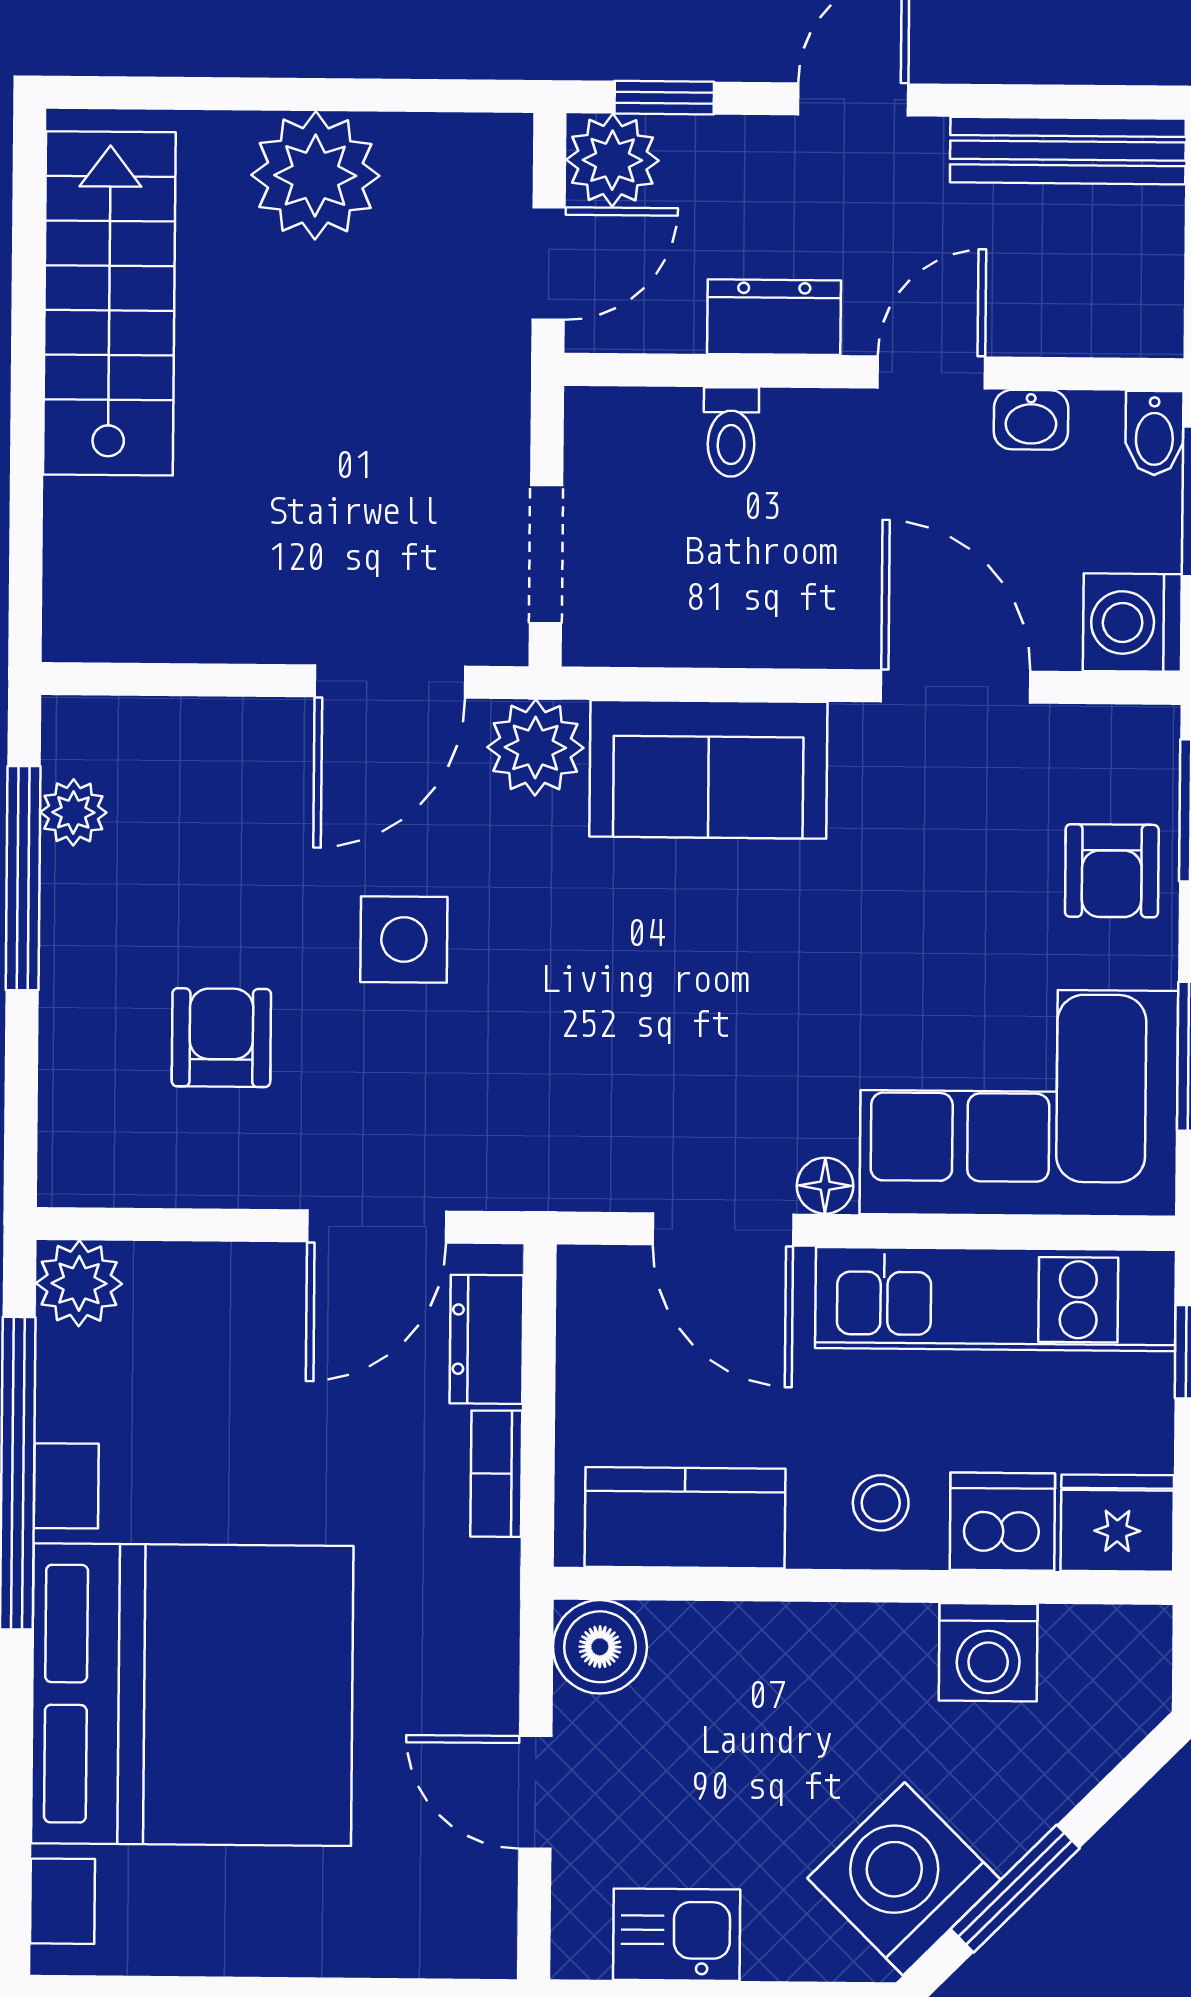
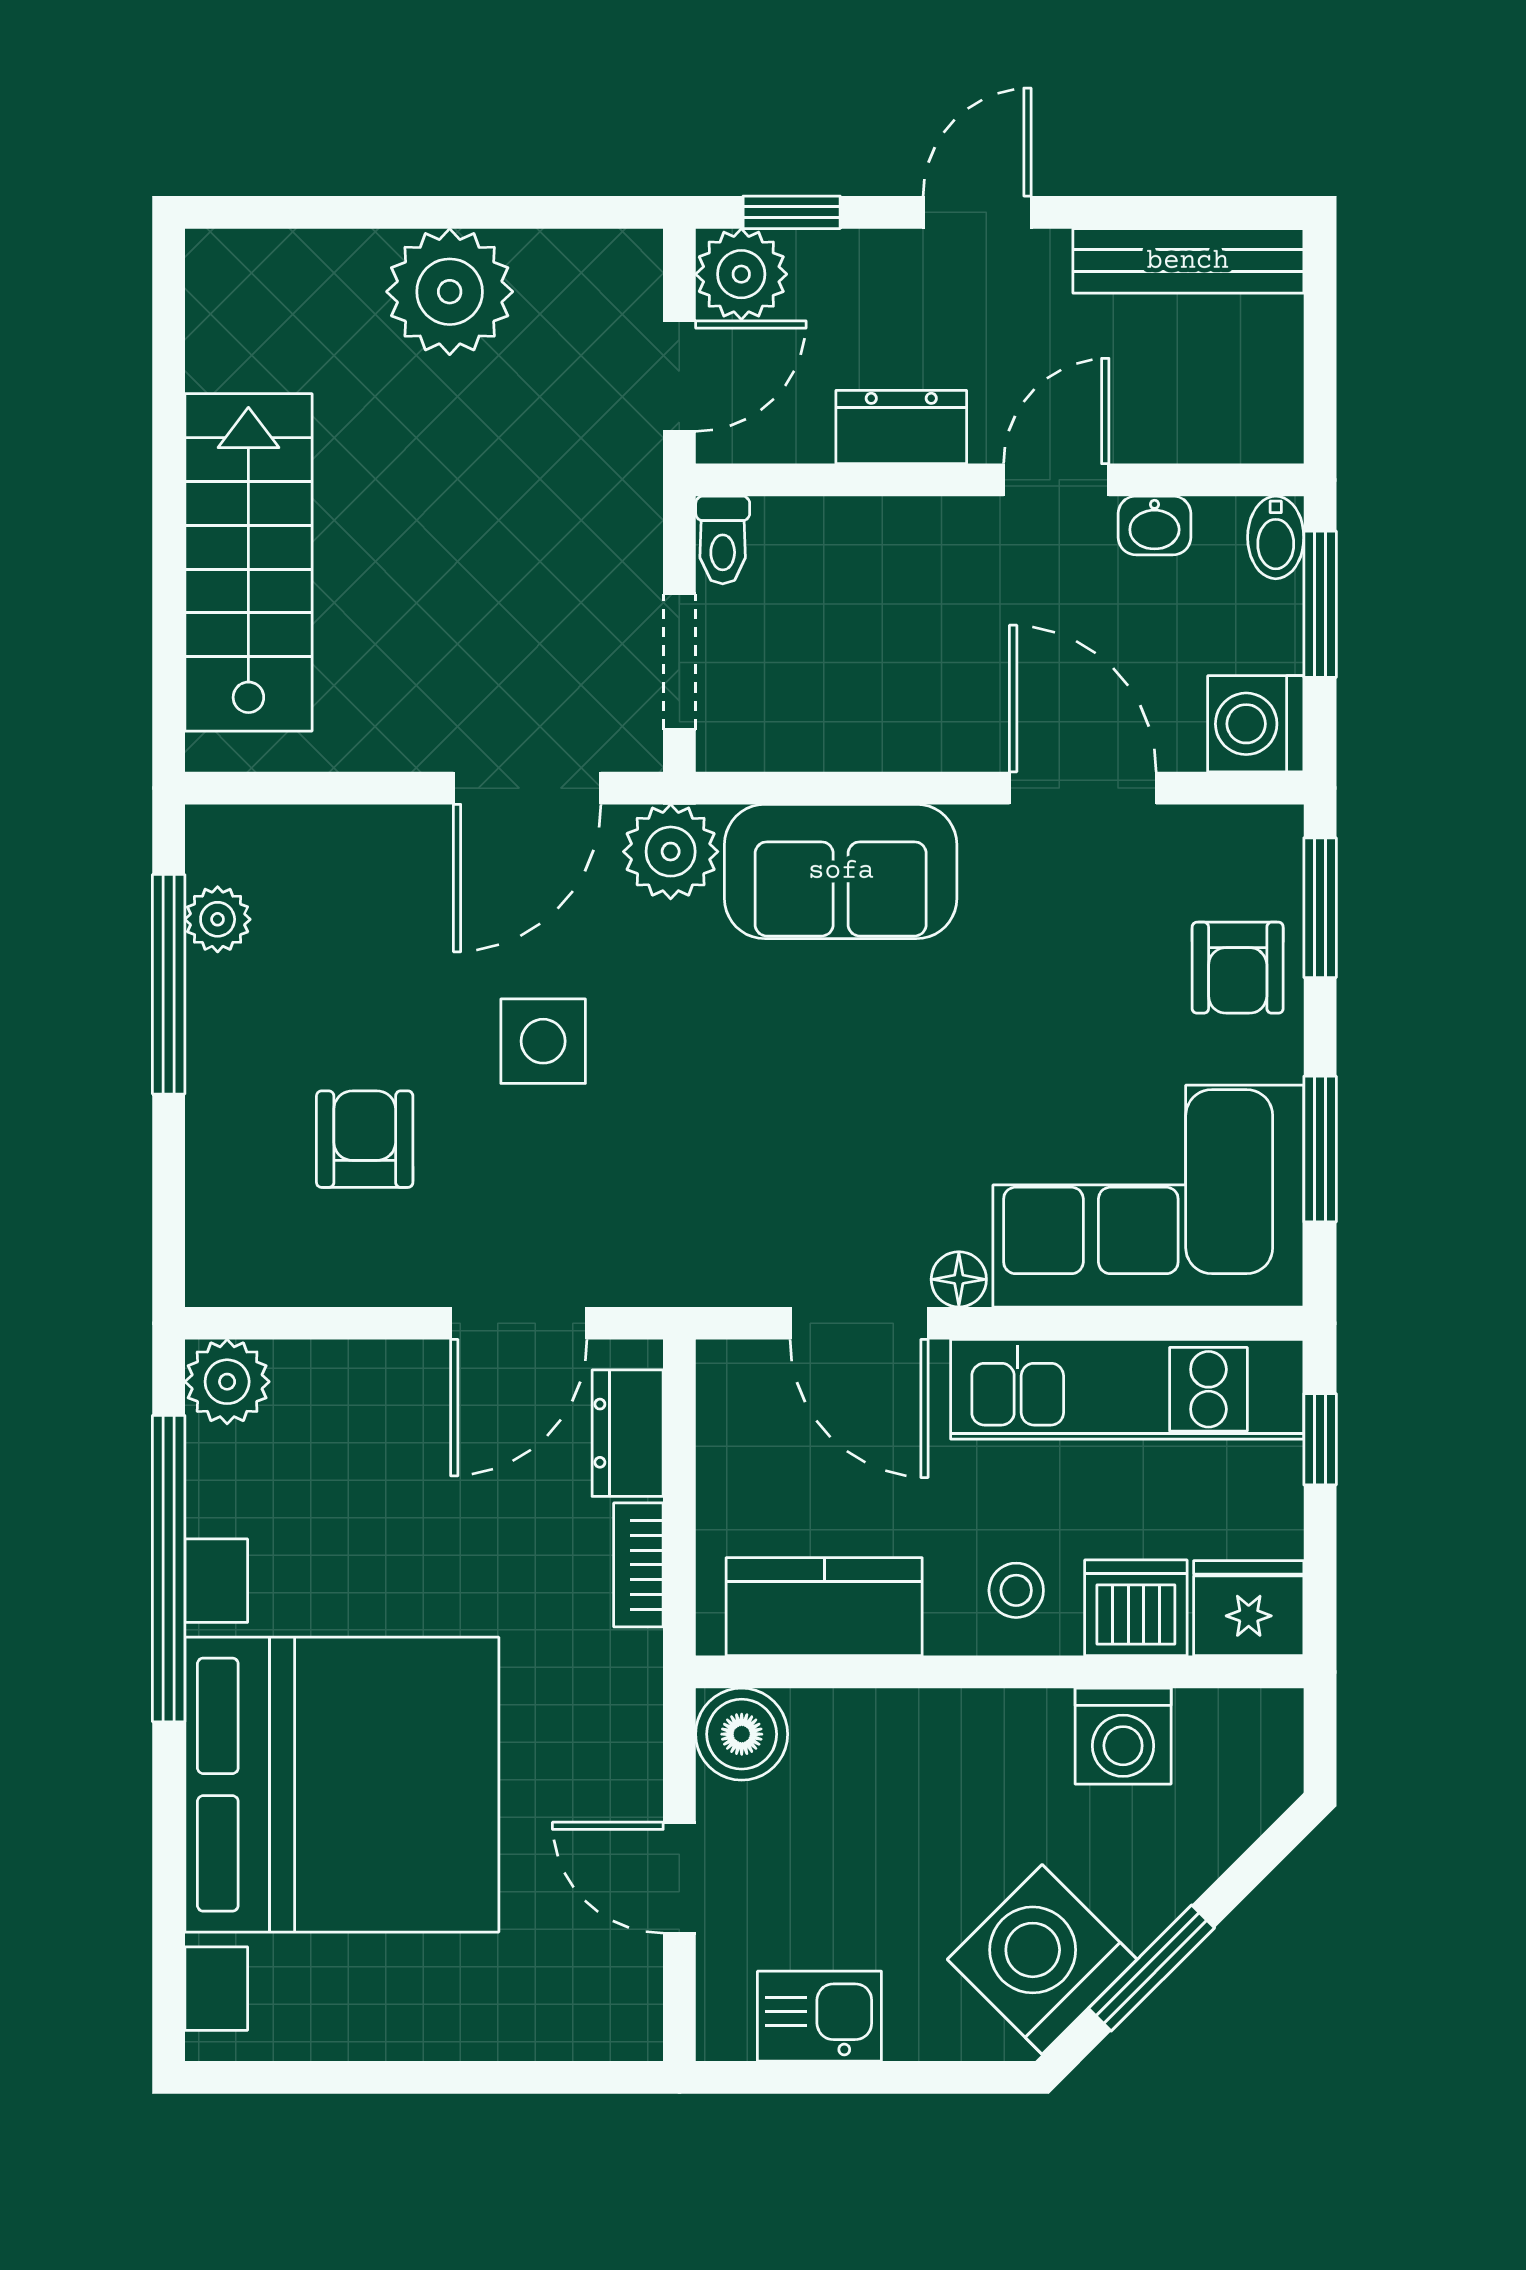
stairs: (109, 303) -> (248, 562), moved
toilet: (731, 432) -> (723, 540), moved

